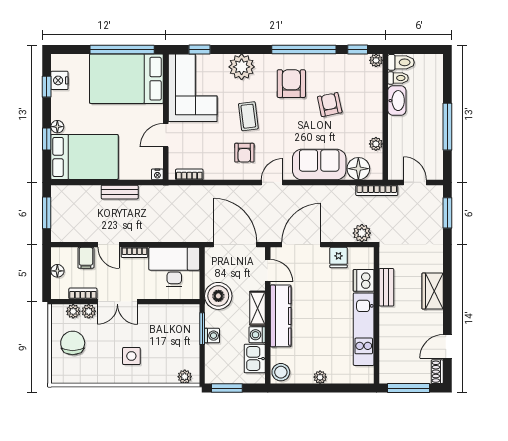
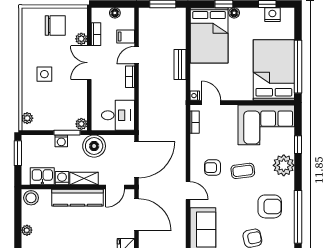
window: (200, 49) -> (298, 145), moved
door: (166, 135) -> (211, 103), moved
desk: (174, 267) -> (118, 115), width x0.73
plant: (73, 311) -> (81, 124), moved

